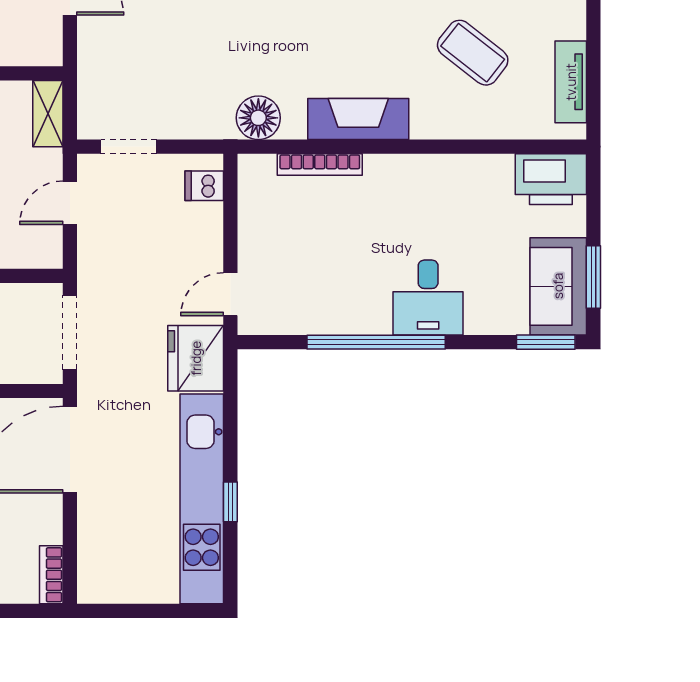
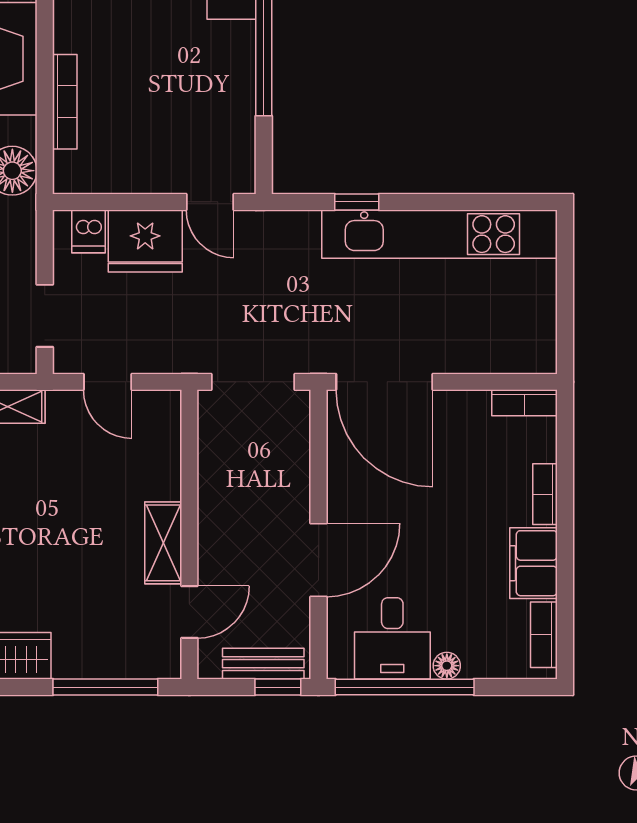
fridge: (196, 358) -> (145, 241), moved
window: (230, 502) -> (357, 202), moved

